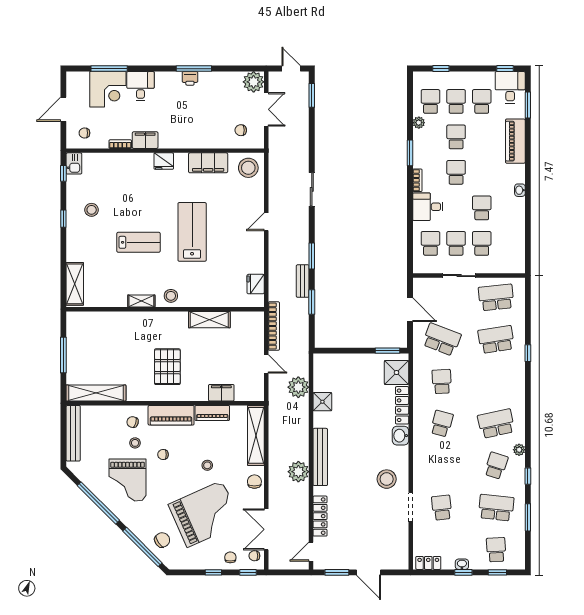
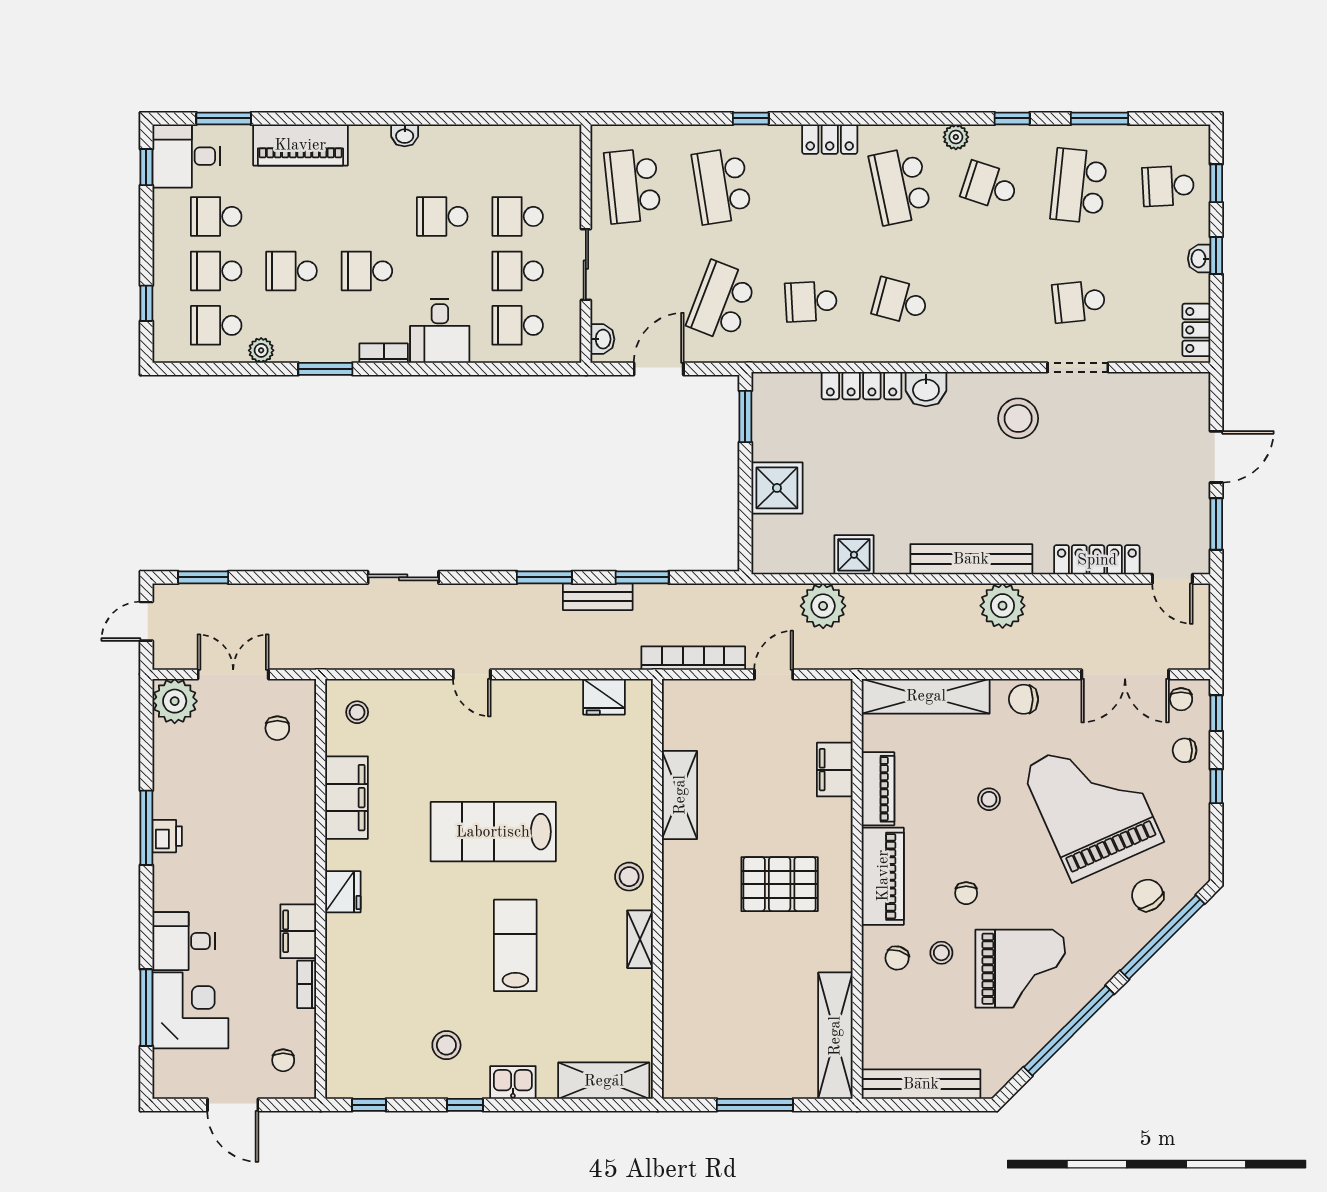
kitchen sink: (74, 163) -> (513, 1082), moved
stool: (248, 168) -> (357, 712), width x0.53, depth x0.53
washbasin: (424, 283) -> (602, 339), added
shower: (397, 373) -> (777, 488), moved
locker: (518, 390) -> (830, 139), added

